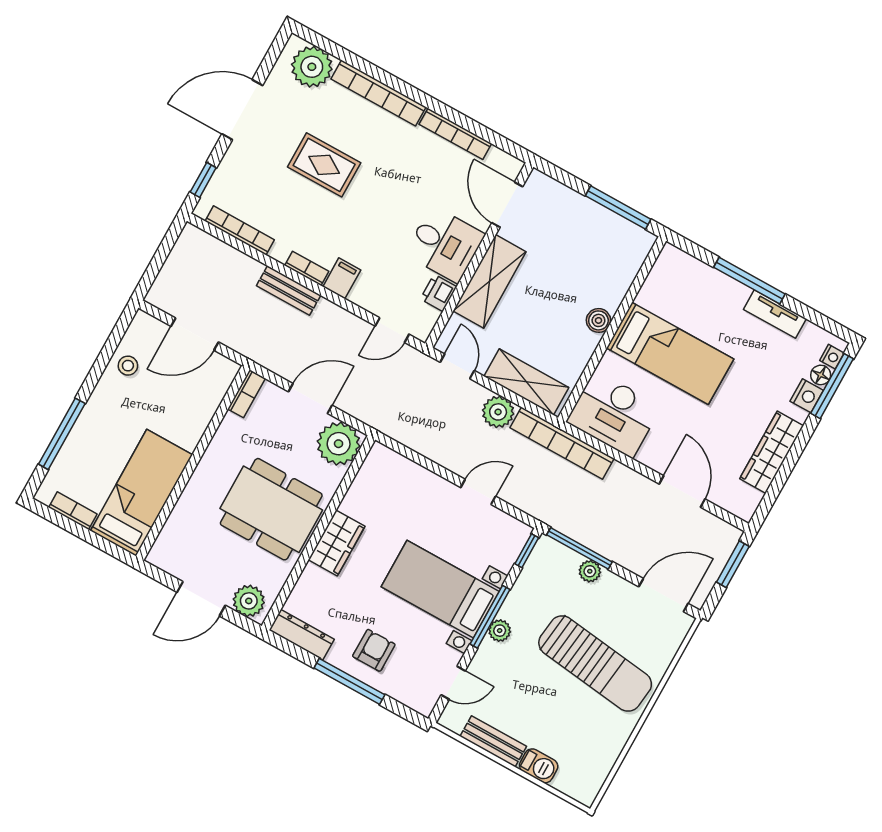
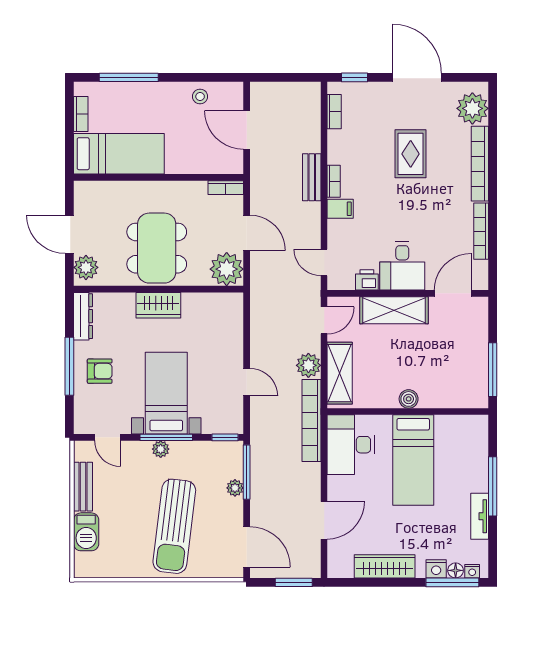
bookcase: (240, 230) -> (334, 112), width x0.64
barbecue: (539, 766) -> (86, 532), width x1.38, depth x1.27

